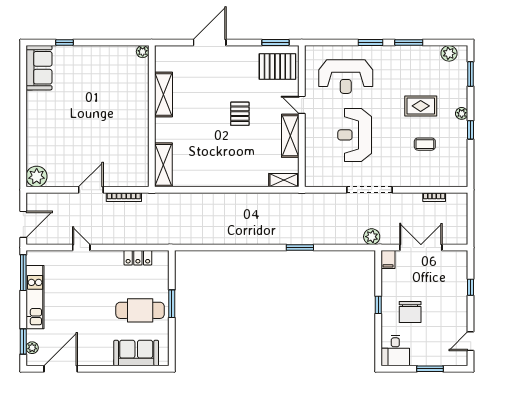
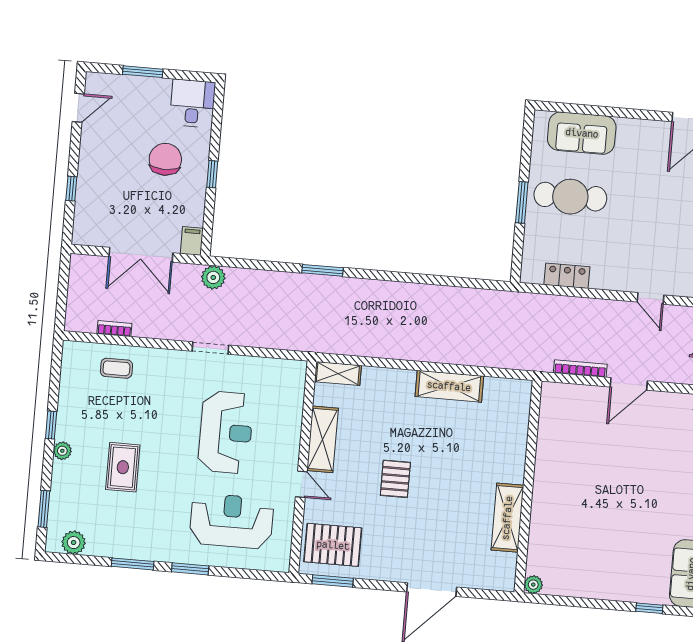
rug: (421, 106) -> (123, 467), turned 90
coffee table: (425, 144) -> (116, 368), moved
shelving: (163, 165) -> (449, 386), moved, turned 90
doorway: (370, 190) -> (210, 348), width x0.53

